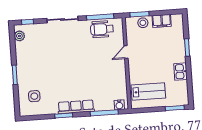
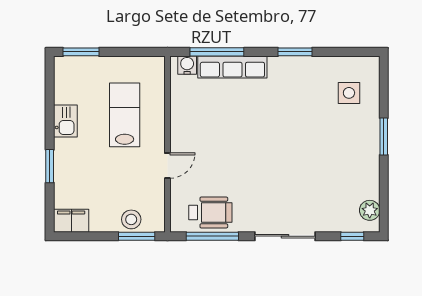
filing cabinet: (162, 21) -> (71, 221), moved
lab bench: (148, 91) -> (125, 115), moved, turned 90
row of seats: (76, 107) -> (232, 67), moved

